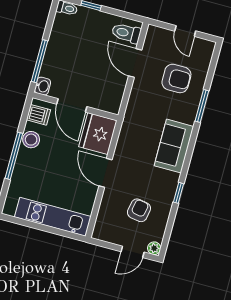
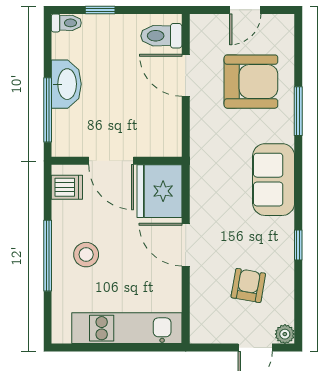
door: (185, 31) -> (245, 10), hinge flipped
armchair: (176, 78) -> (251, 82), width x1.36, depth x1.36
washbasin: (43, 86) -> (66, 84), moved, width x1.91, depth x1.45
stool: (31, 140) -> (86, 255), moved

